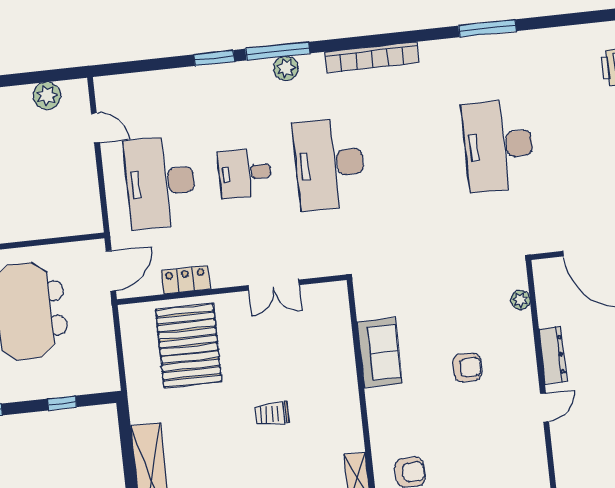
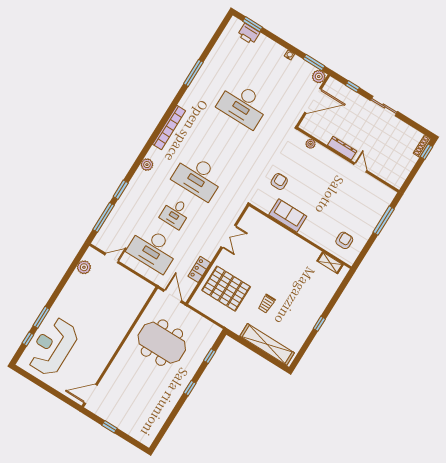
window: (278, 51) -> (104, 217), moved
armchair: (467, 367) -> (279, 182), moved
trolley: (272, 414) -> (267, 304), moved

